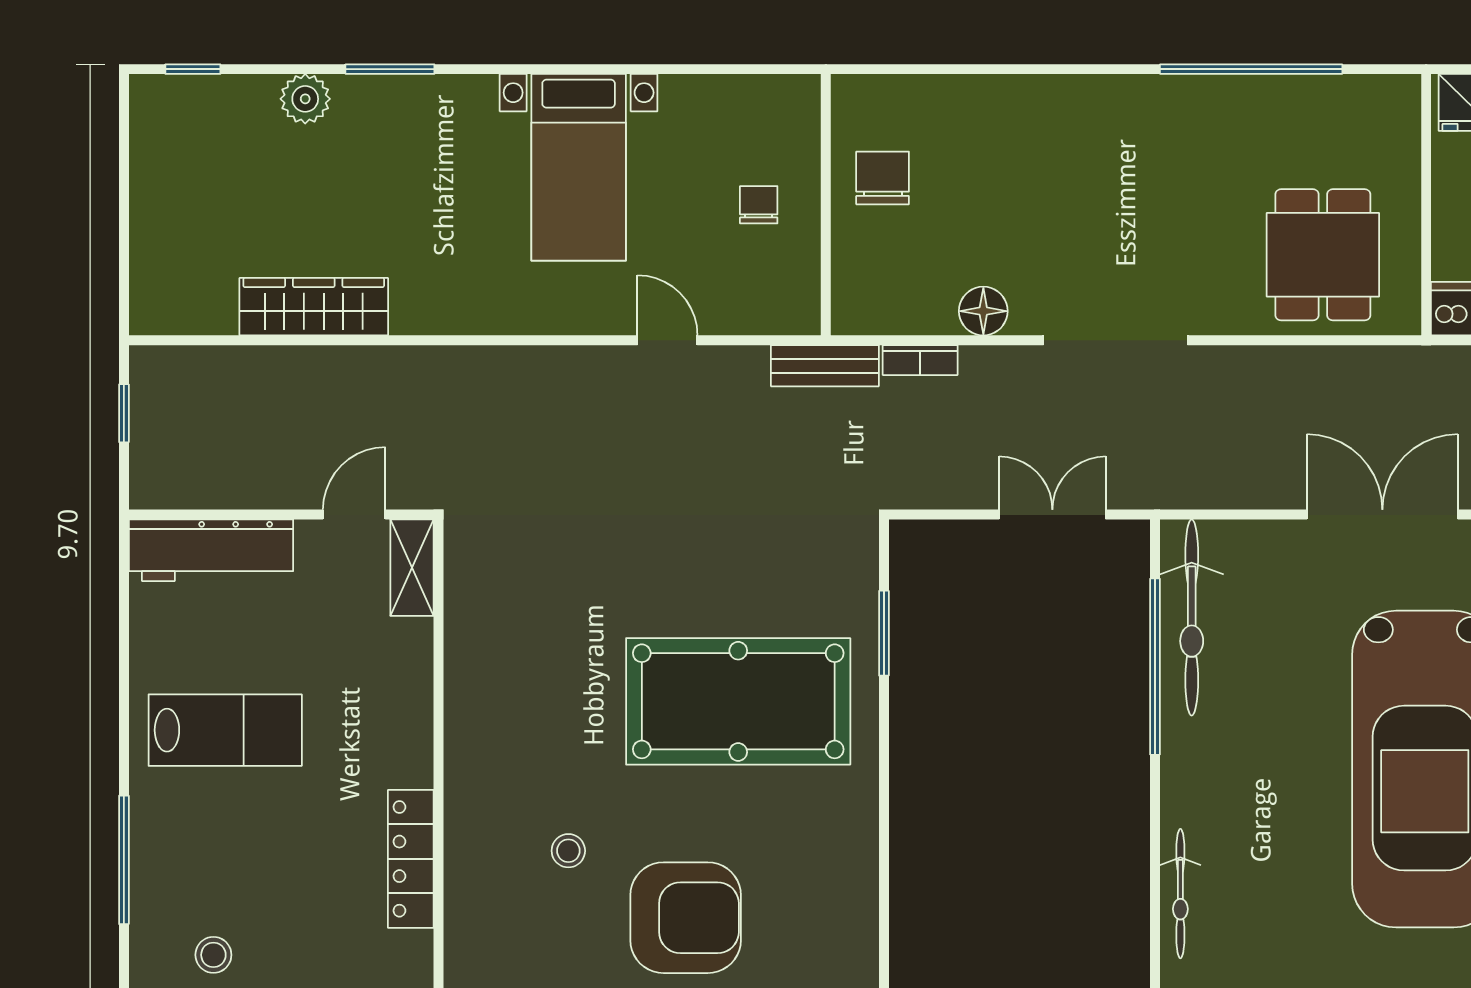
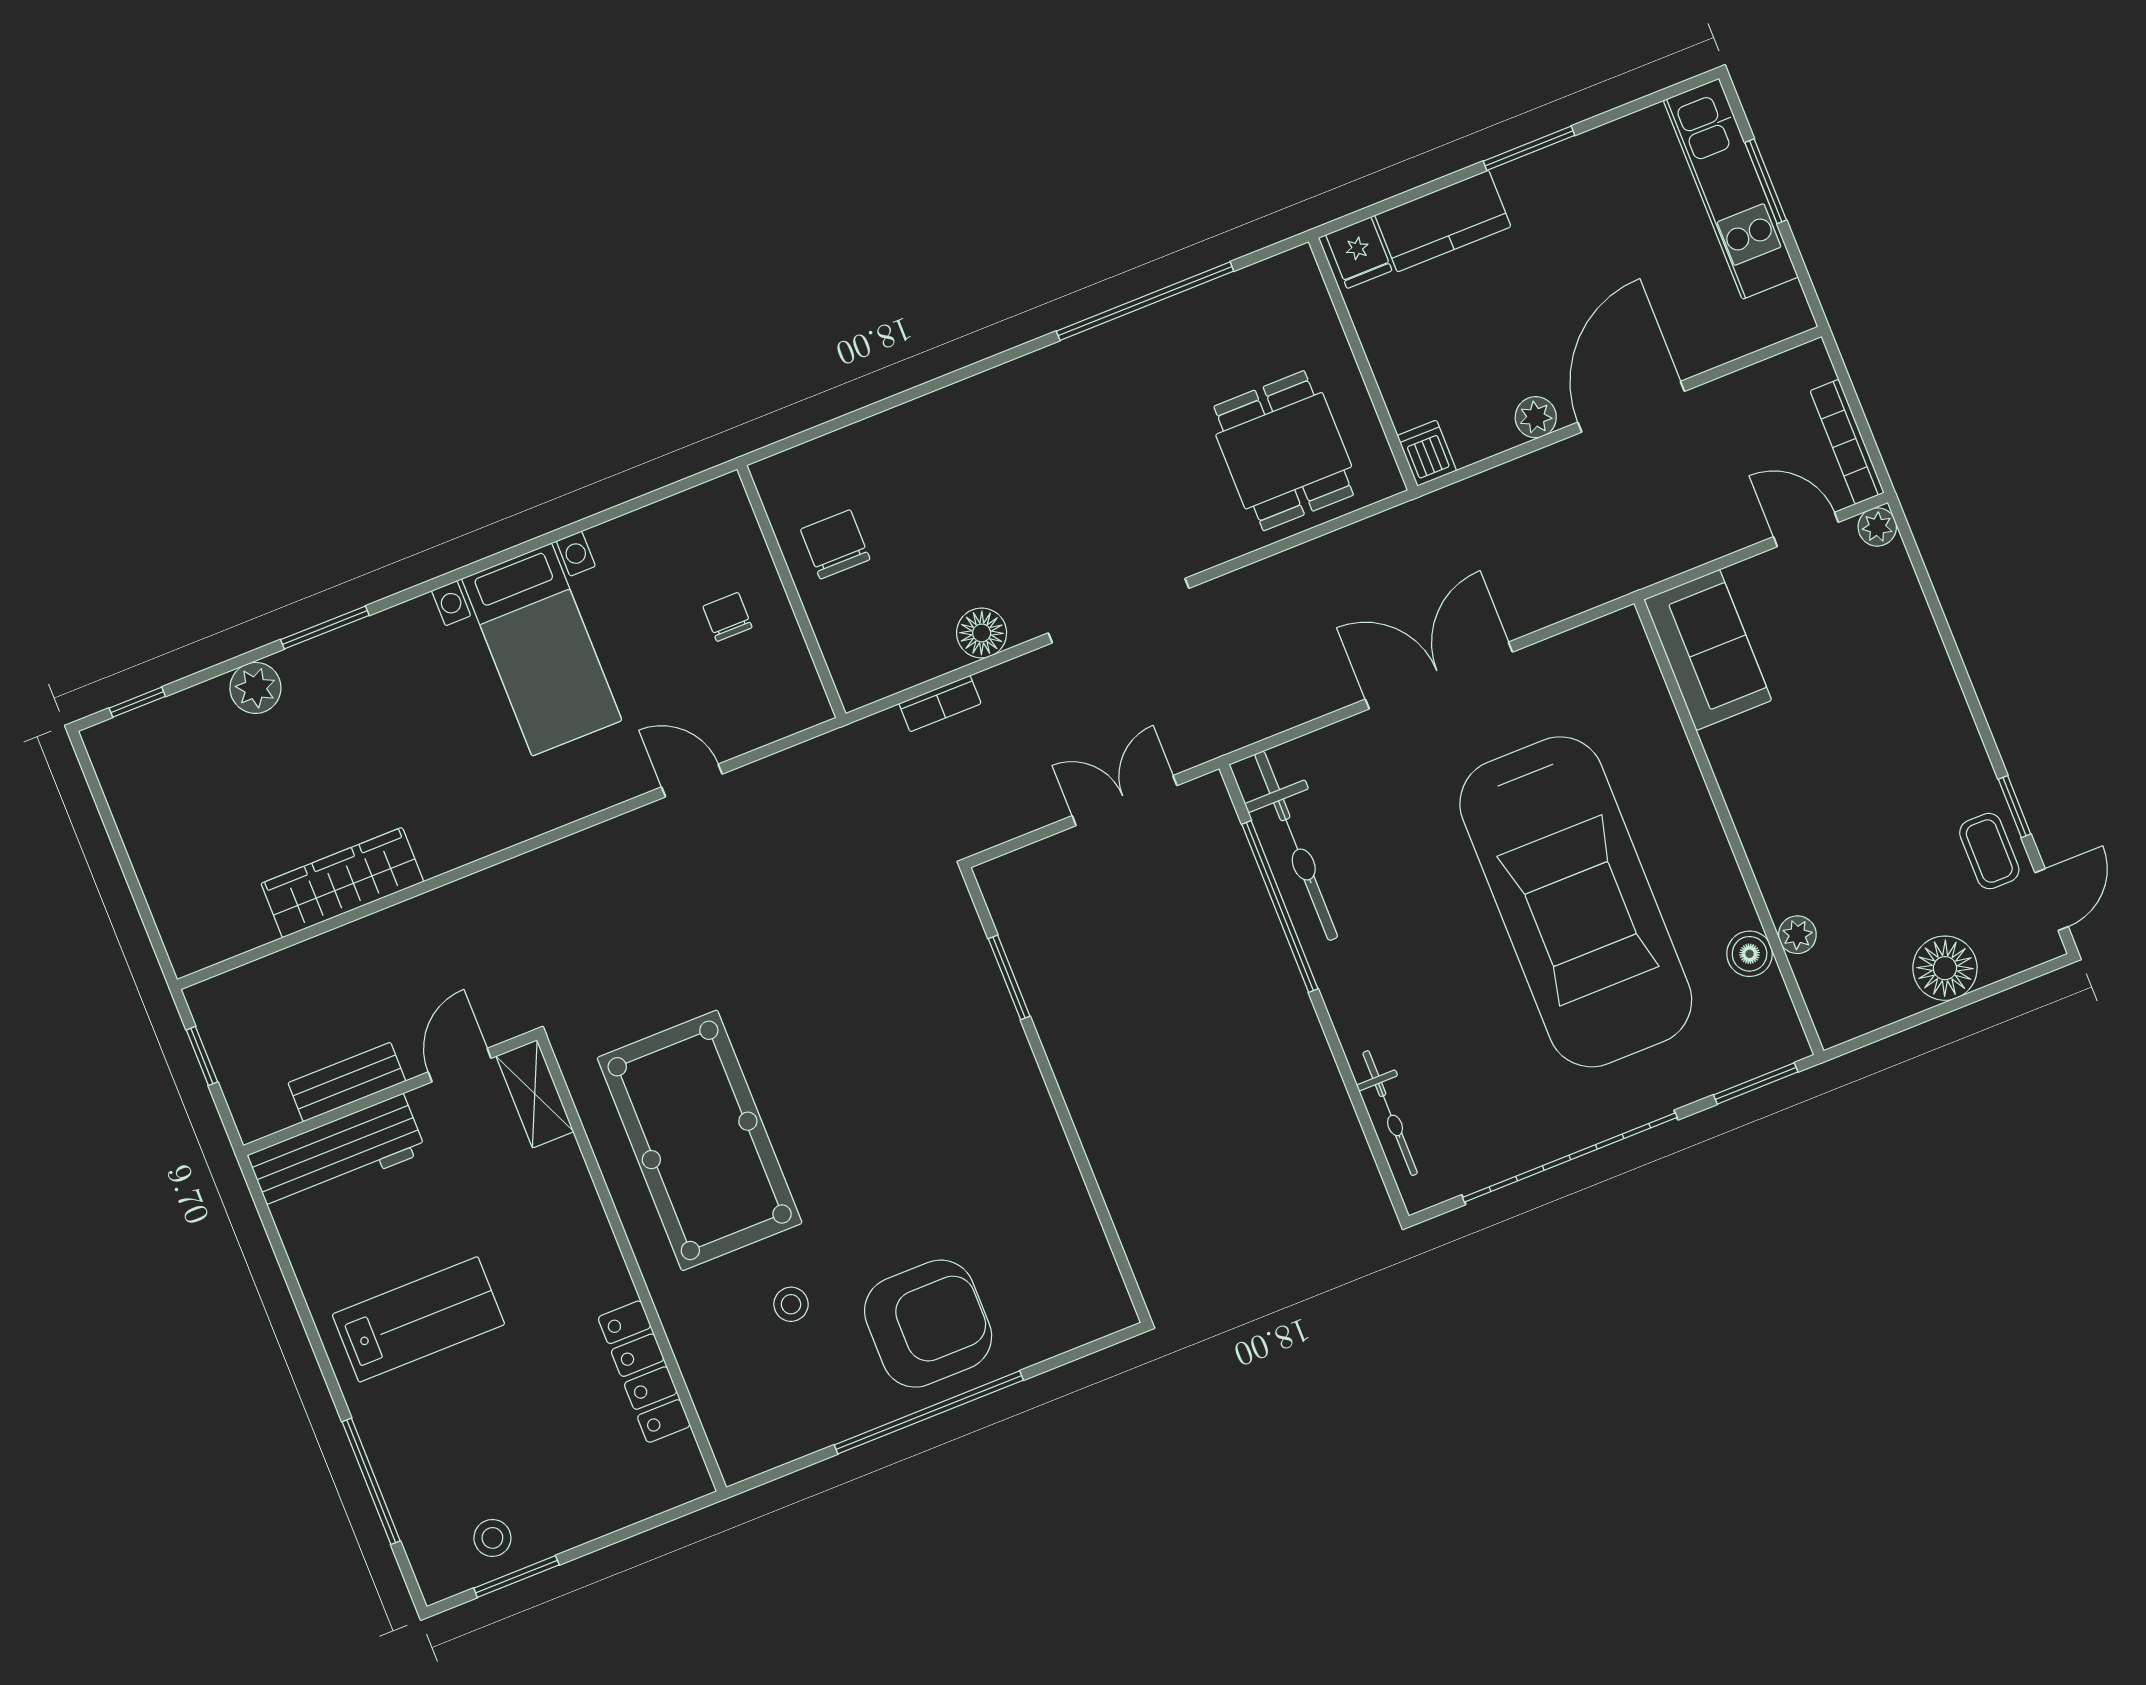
bench: (825, 366) -> (347, 1082), moved
pool table: (738, 701) -> (700, 1140), moved, turned 90

